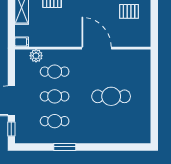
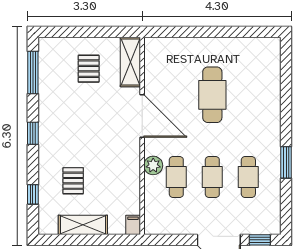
shelving: (134, 40) -> (130, 62), added
door: (97, 48) -> (142, 116), swing flipped
plant: (36, 56) -> (153, 165), moved

